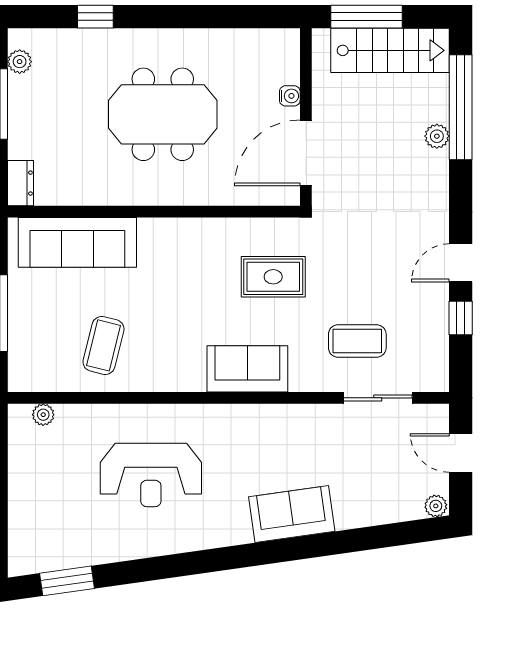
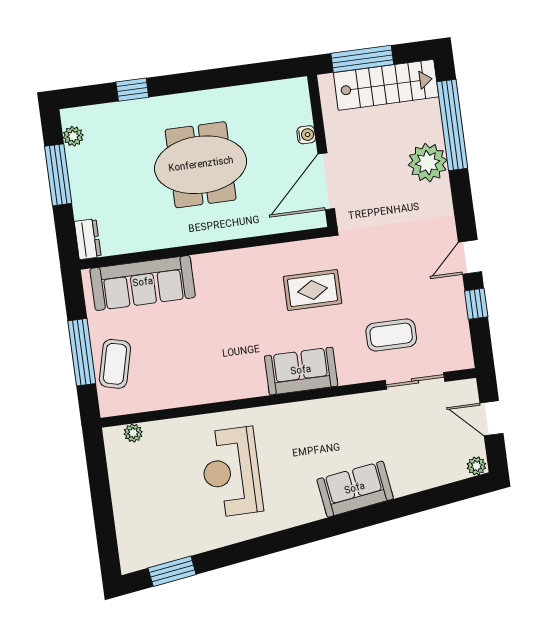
plant: (437, 136) -> (428, 163), width x1.88, depth x1.88
coffee table: (104, 345) -> (115, 364), moved
reception desk: (151, 475) -> (231, 472), turned 90

